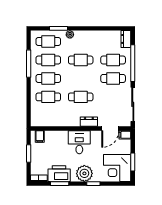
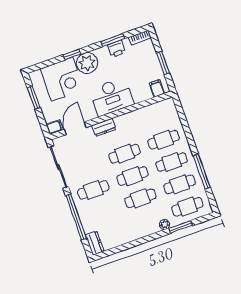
cafe table: (113, 60) -> (132, 176), moved
desk: (79, 142) -> (112, 97), width x1.37
corner desk: (117, 168) -> (62, 79), moved, turned 90
printer: (59, 174) -> (116, 49), width x0.53, depth x0.68

